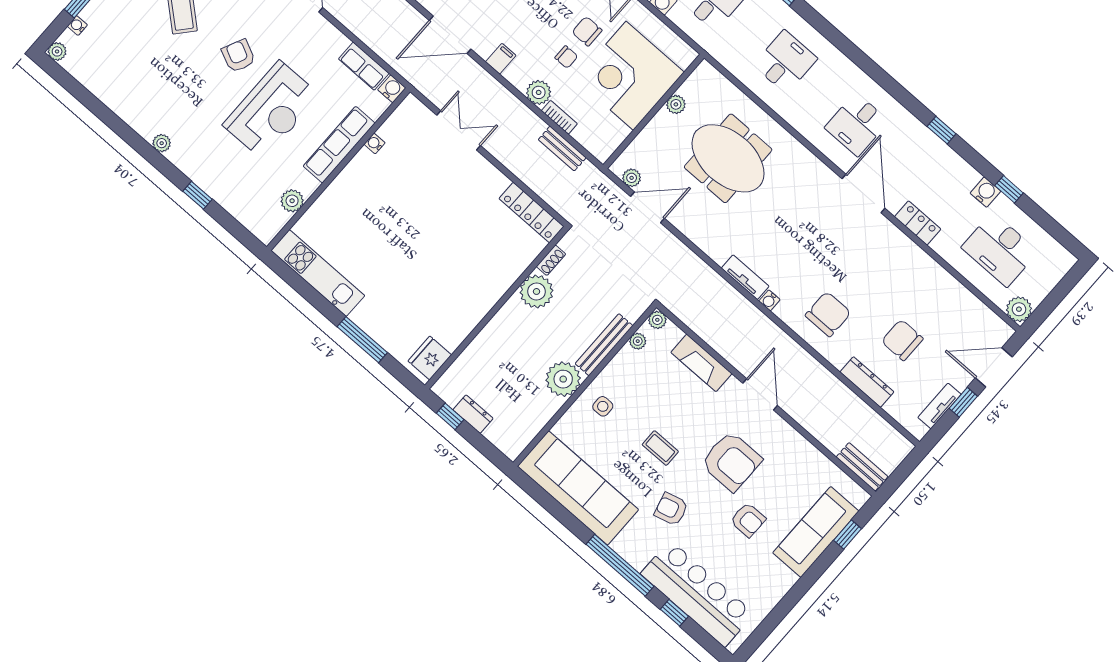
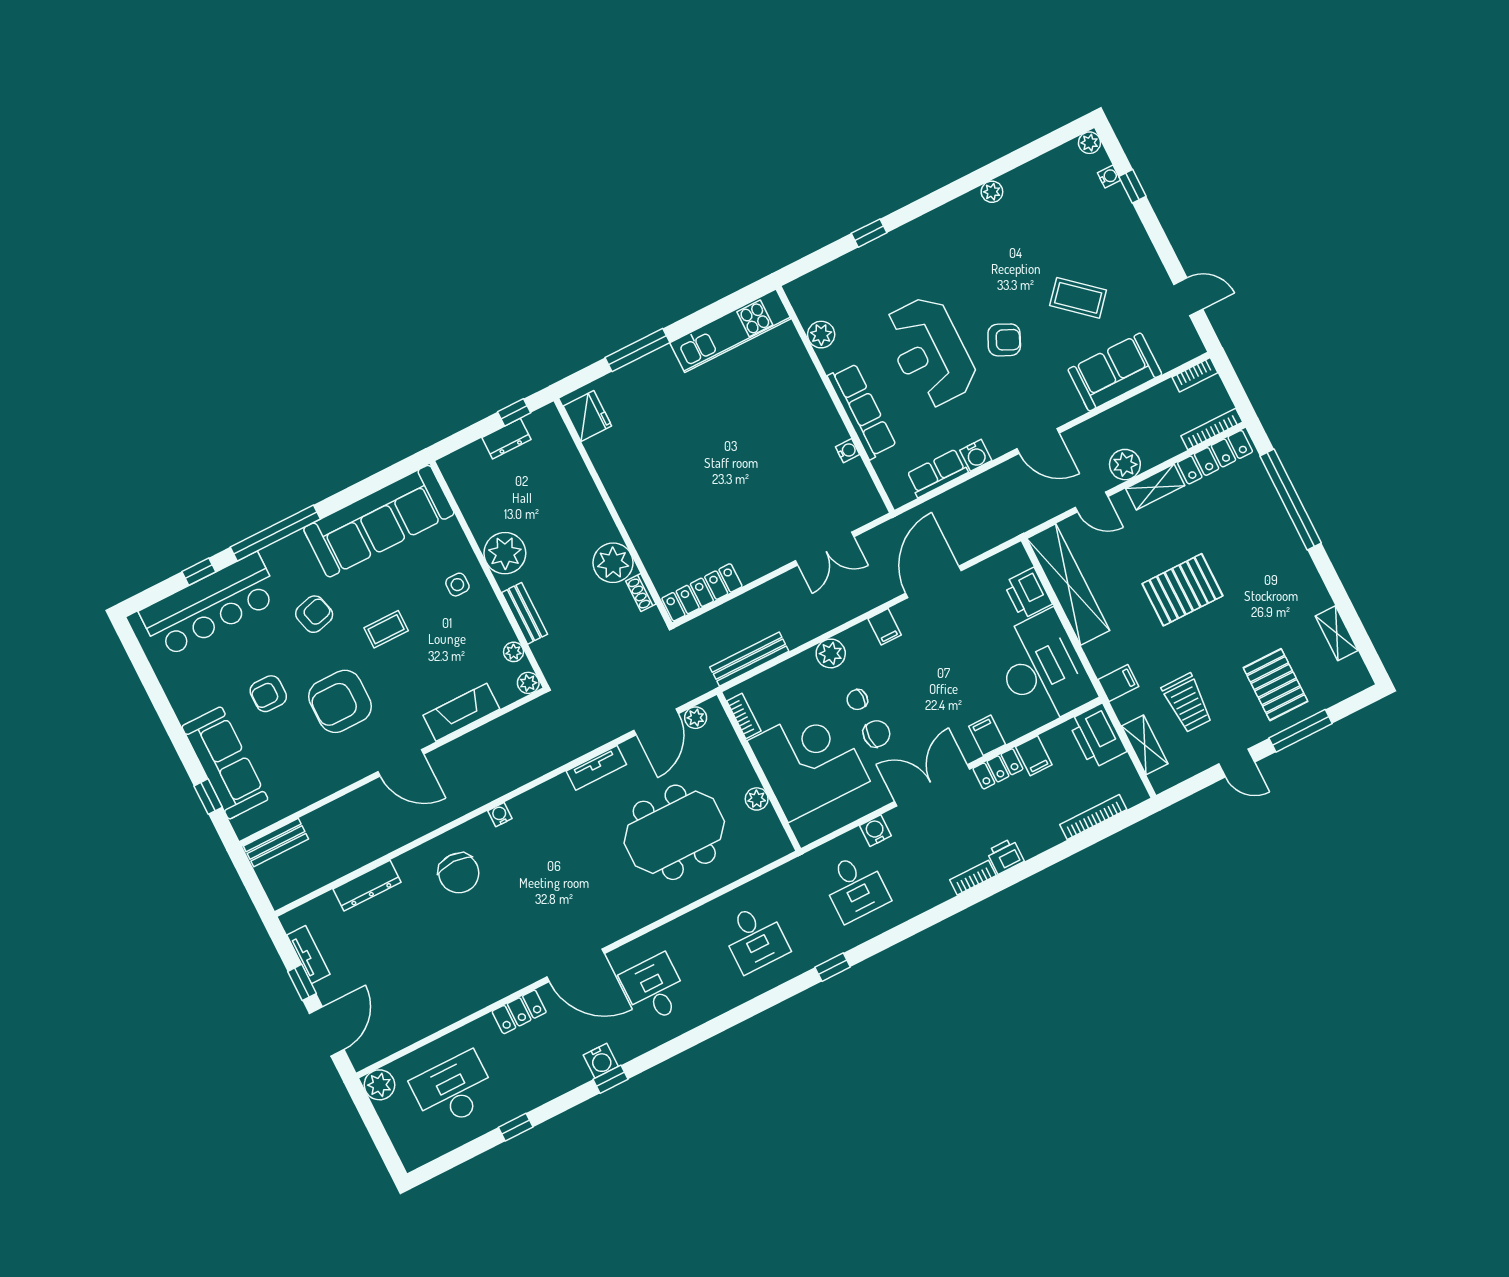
water cooler: (392, 89) -> (976, 455), moved
bookcase: (559, 117) -> (744, 716), moved, turned -90
plant: (162, 143) -> (992, 192), moved
bench: (562, 149) -> (749, 659), width x1.36
water cooler: (985, 192) -> (601, 1061), moved
tv unit: (745, 277) -> (596, 768), moved
chair: (902, 340) -> (397, 943), removed
bench: (604, 345) -> (525, 613), width x0.73

